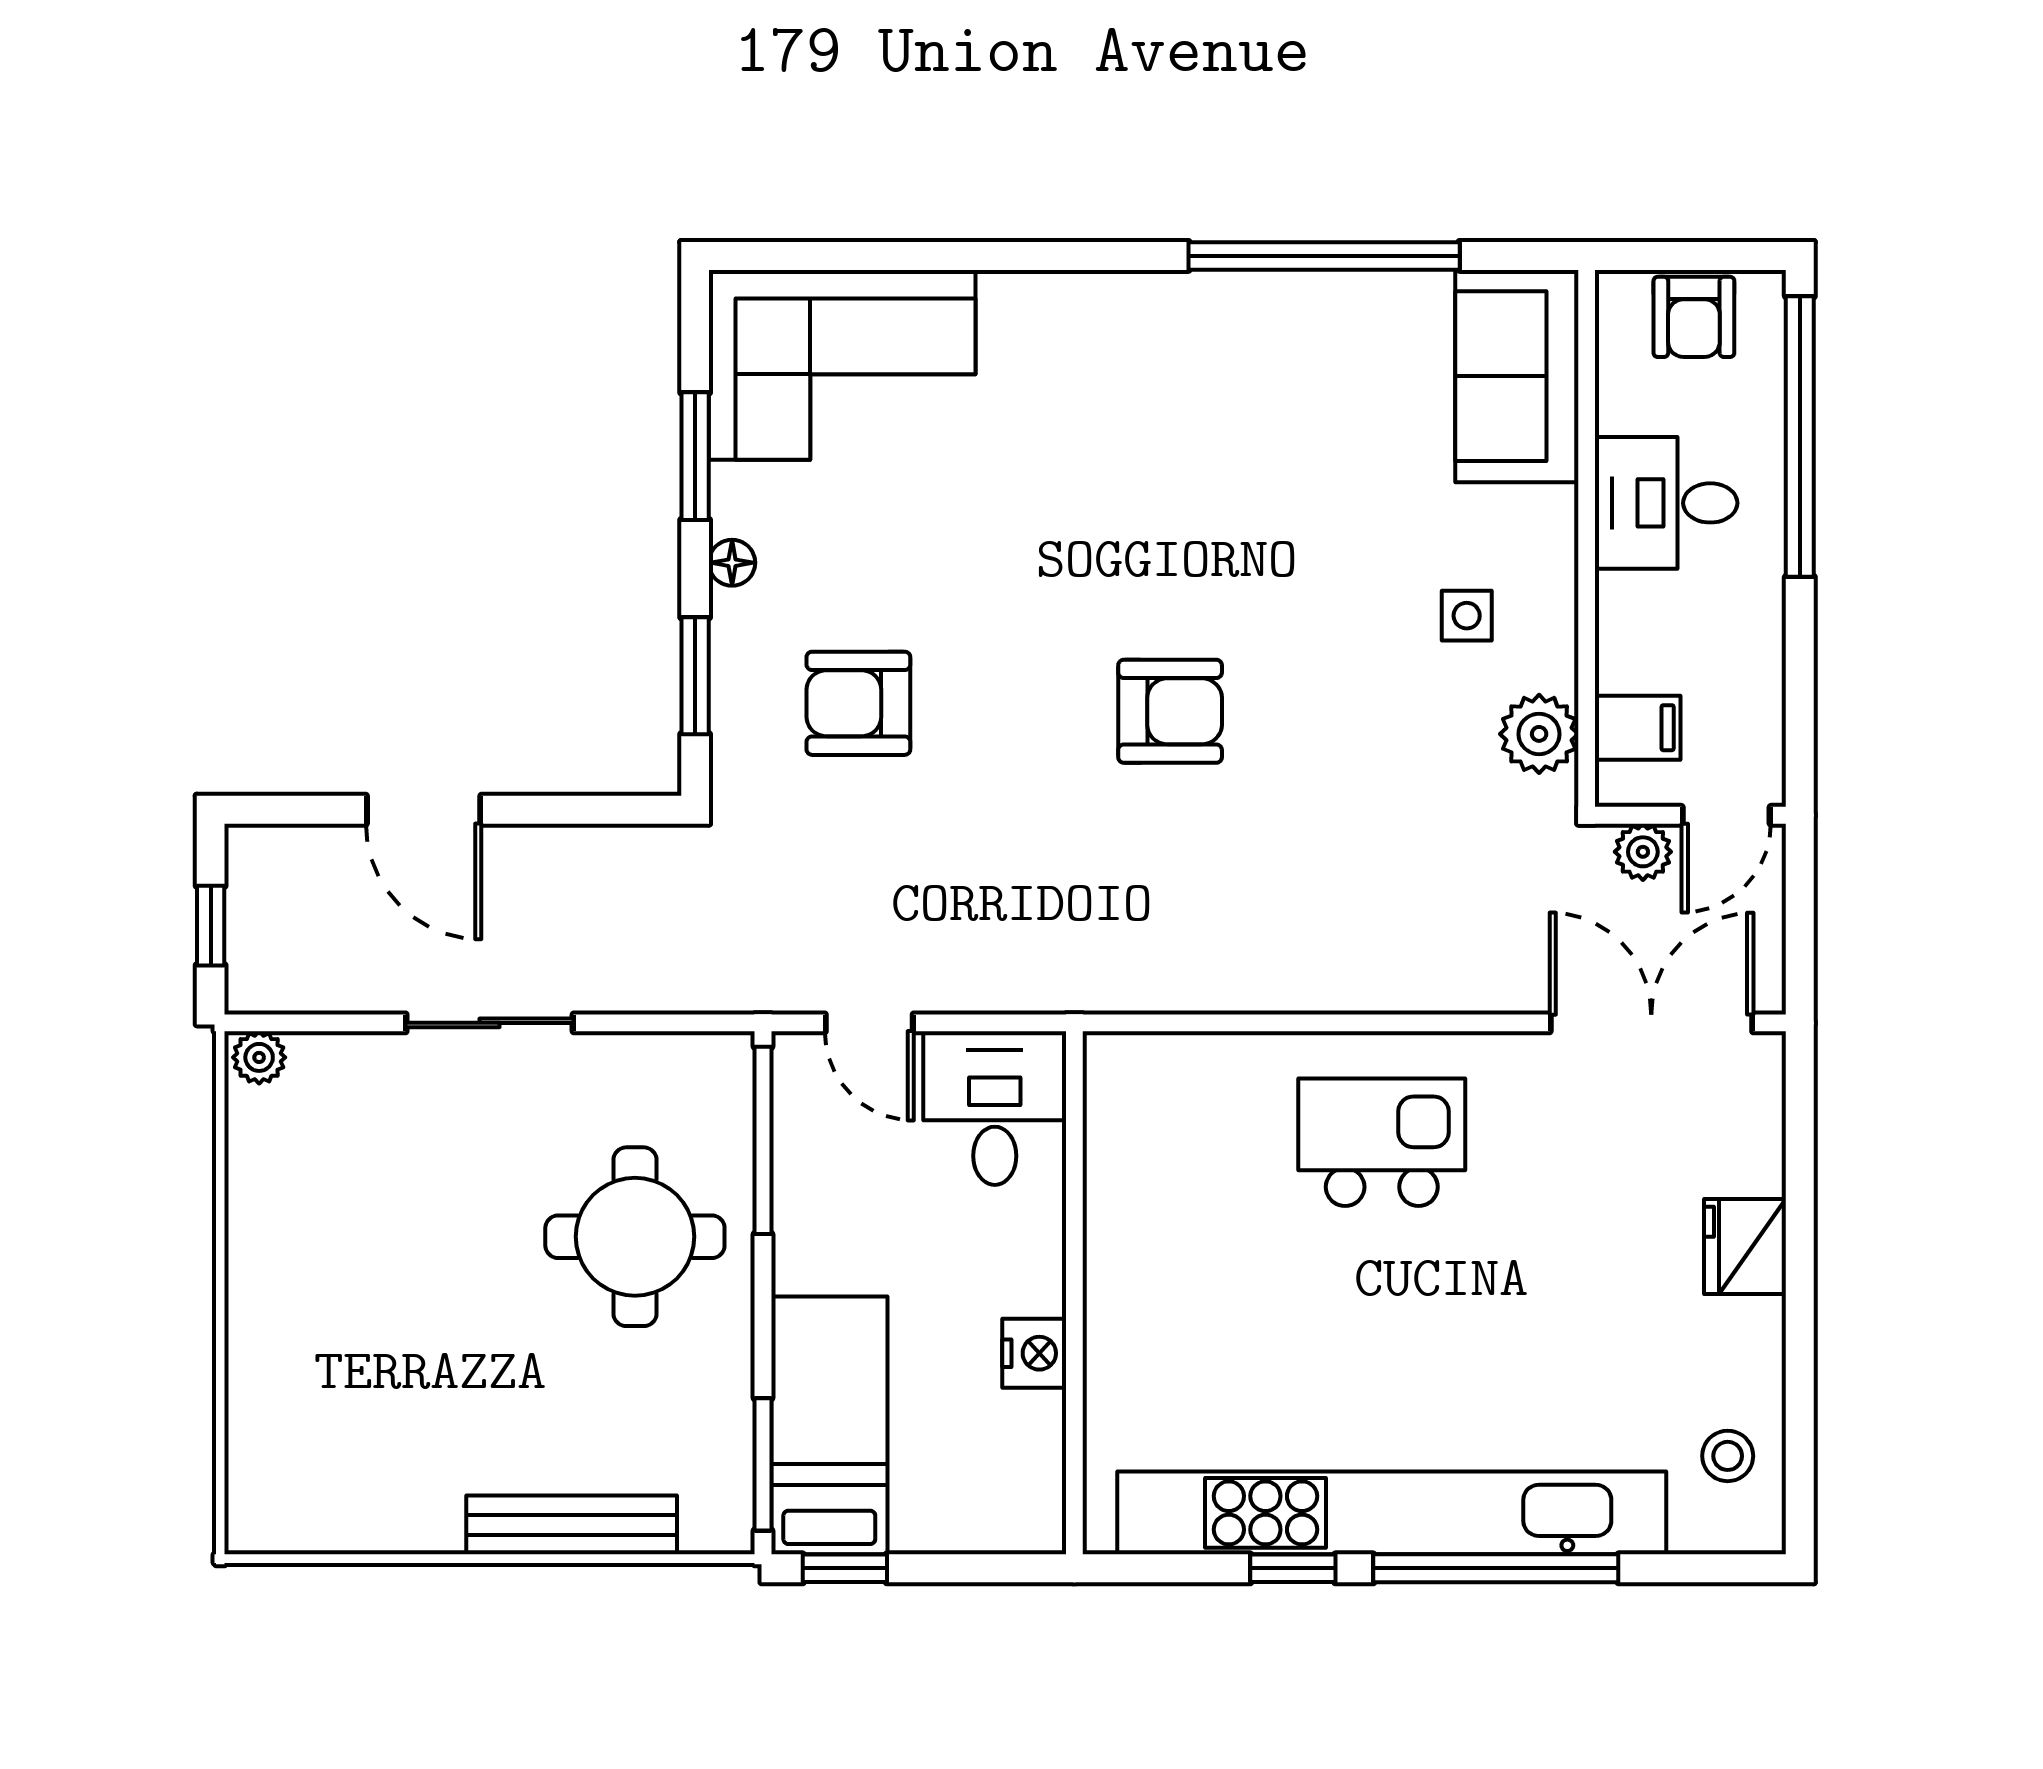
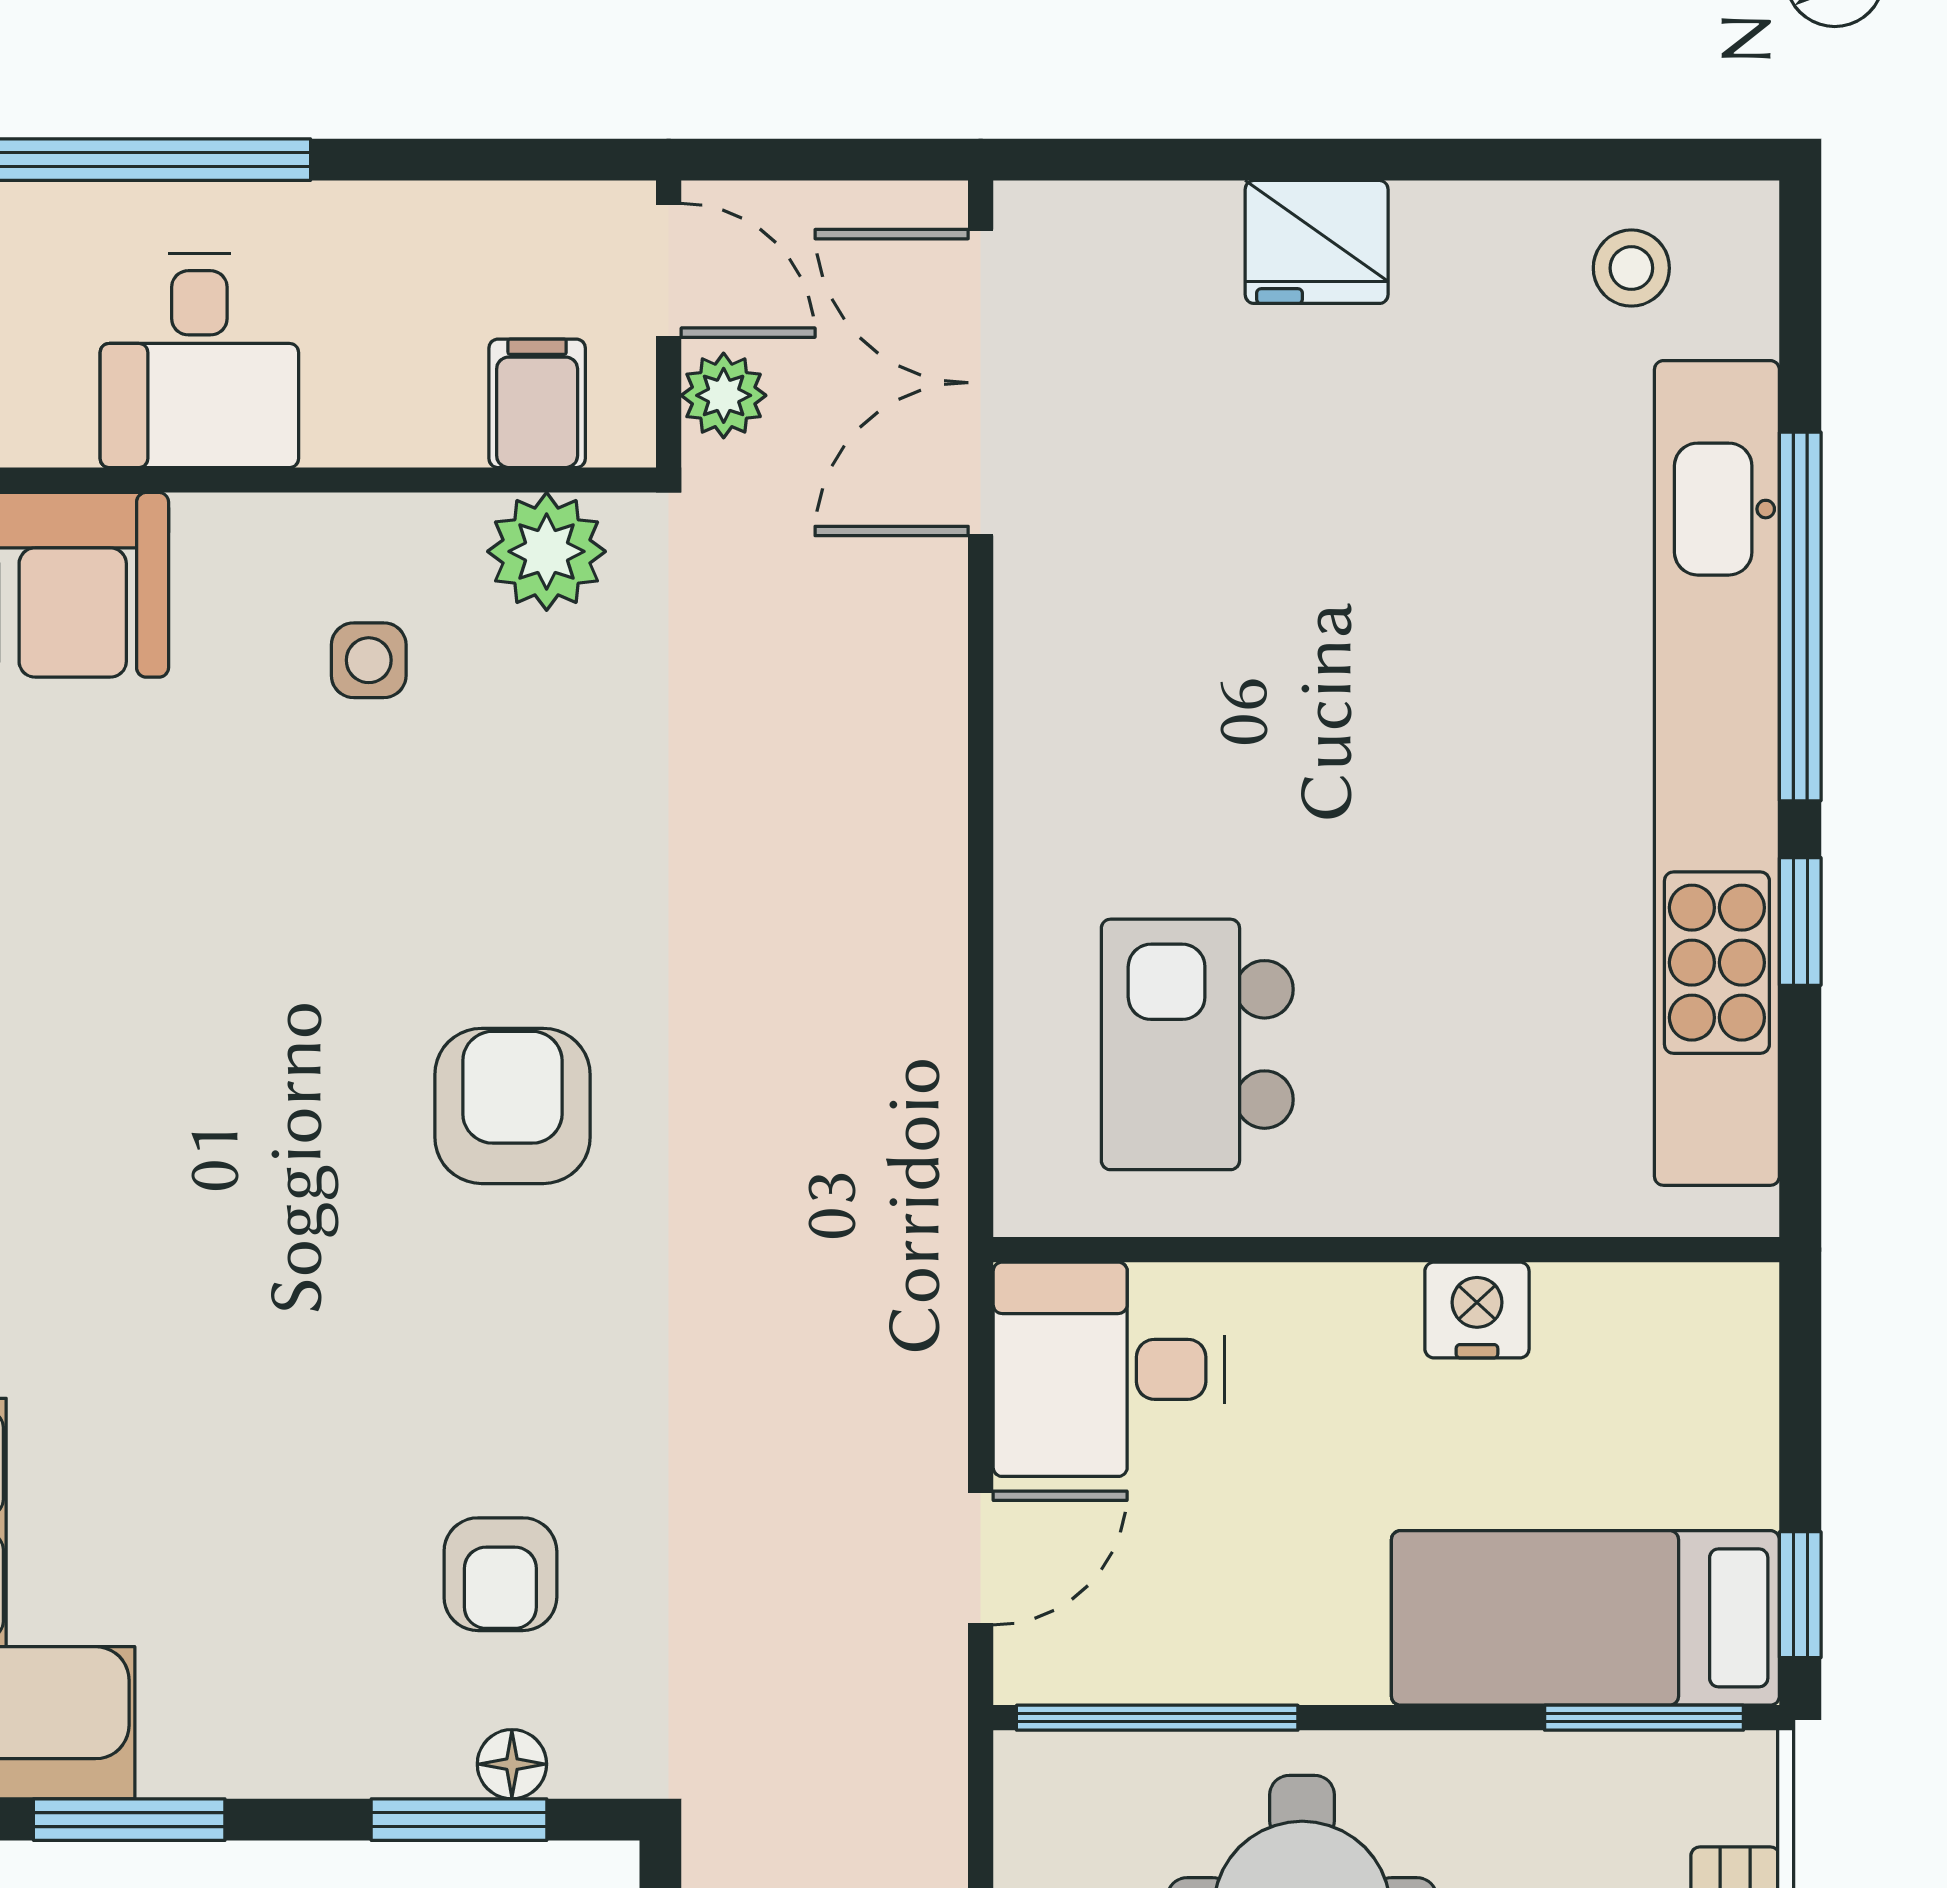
floor lamp: (732, 563) -> (512, 1764), moved
armchair: (858, 703) -> (500, 1574), width x0.72, depth x0.72
kitchen island: (1382, 1142) -> (1197, 1044), moved

